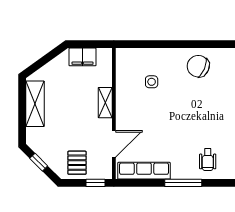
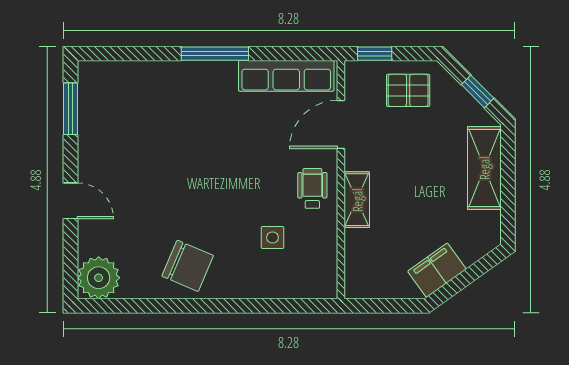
filing cabinet: (83, 57) -> (437, 270), moved, turned -36
shelving: (35, 104) -> (484, 168), moved
wheelchair: (208, 160) -> (312, 188), moved
pallet: (77, 163) -> (408, 90), turned 90

